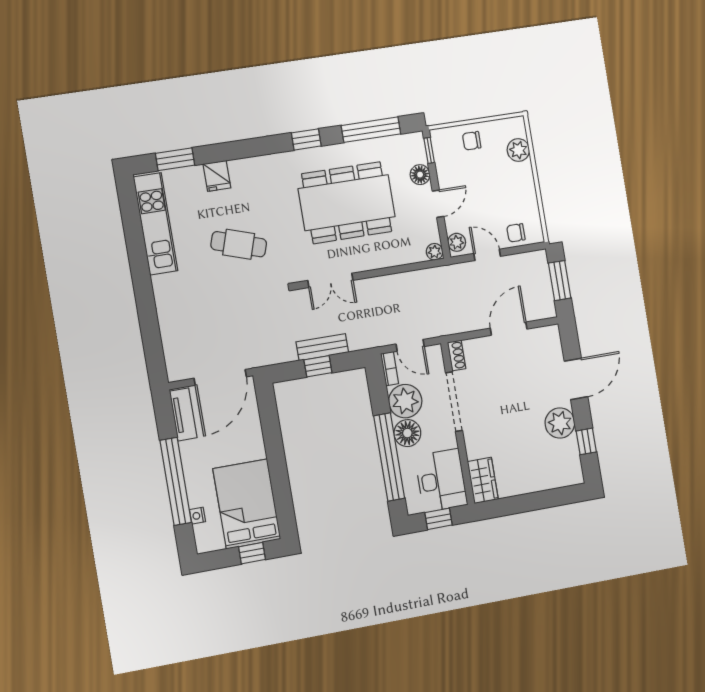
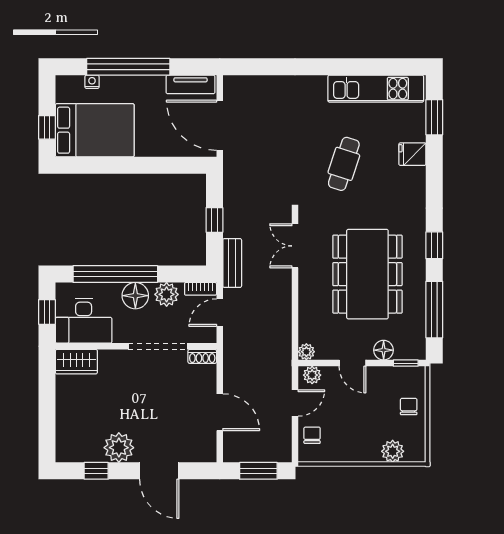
bench: (322, 347) -> (232, 263), moved
plant: (405, 401) -> (167, 294), width x0.73, depth x0.73

